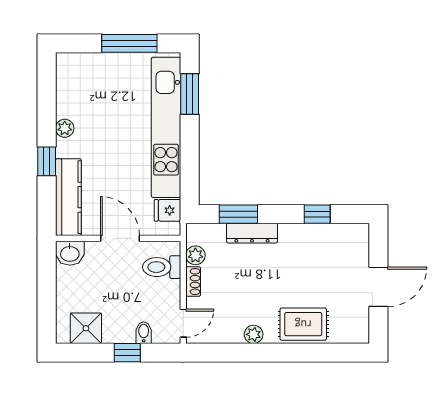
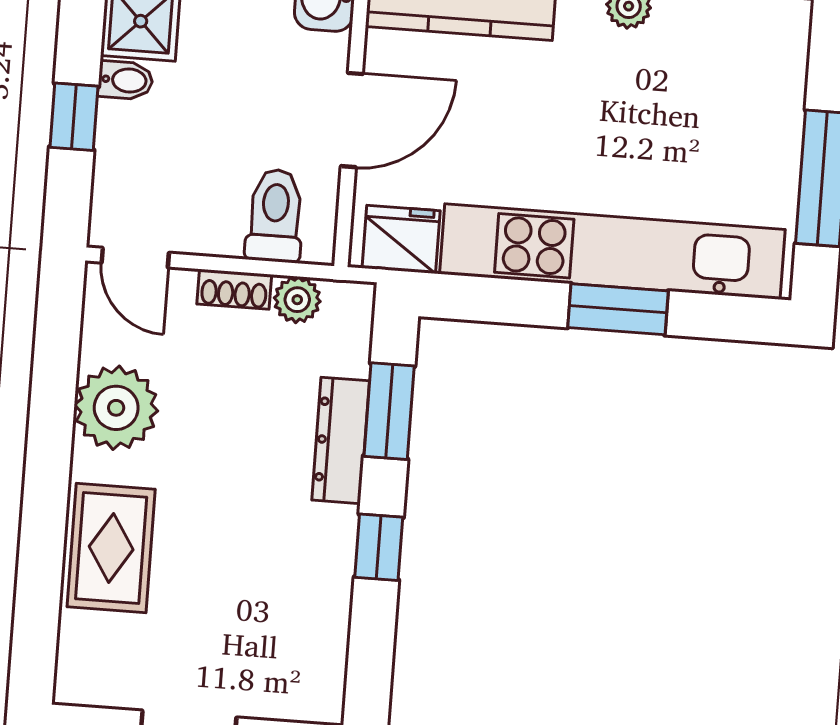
window: (190, 94) -> (618, 309), moved
fridge: (167, 210) -> (401, 239), width x1.38
window: (317, 214) -> (379, 547), moved
bidet: (144, 333) -> (126, 80), moved
plant: (254, 334) -> (116, 408), width x1.88, depth x1.88

